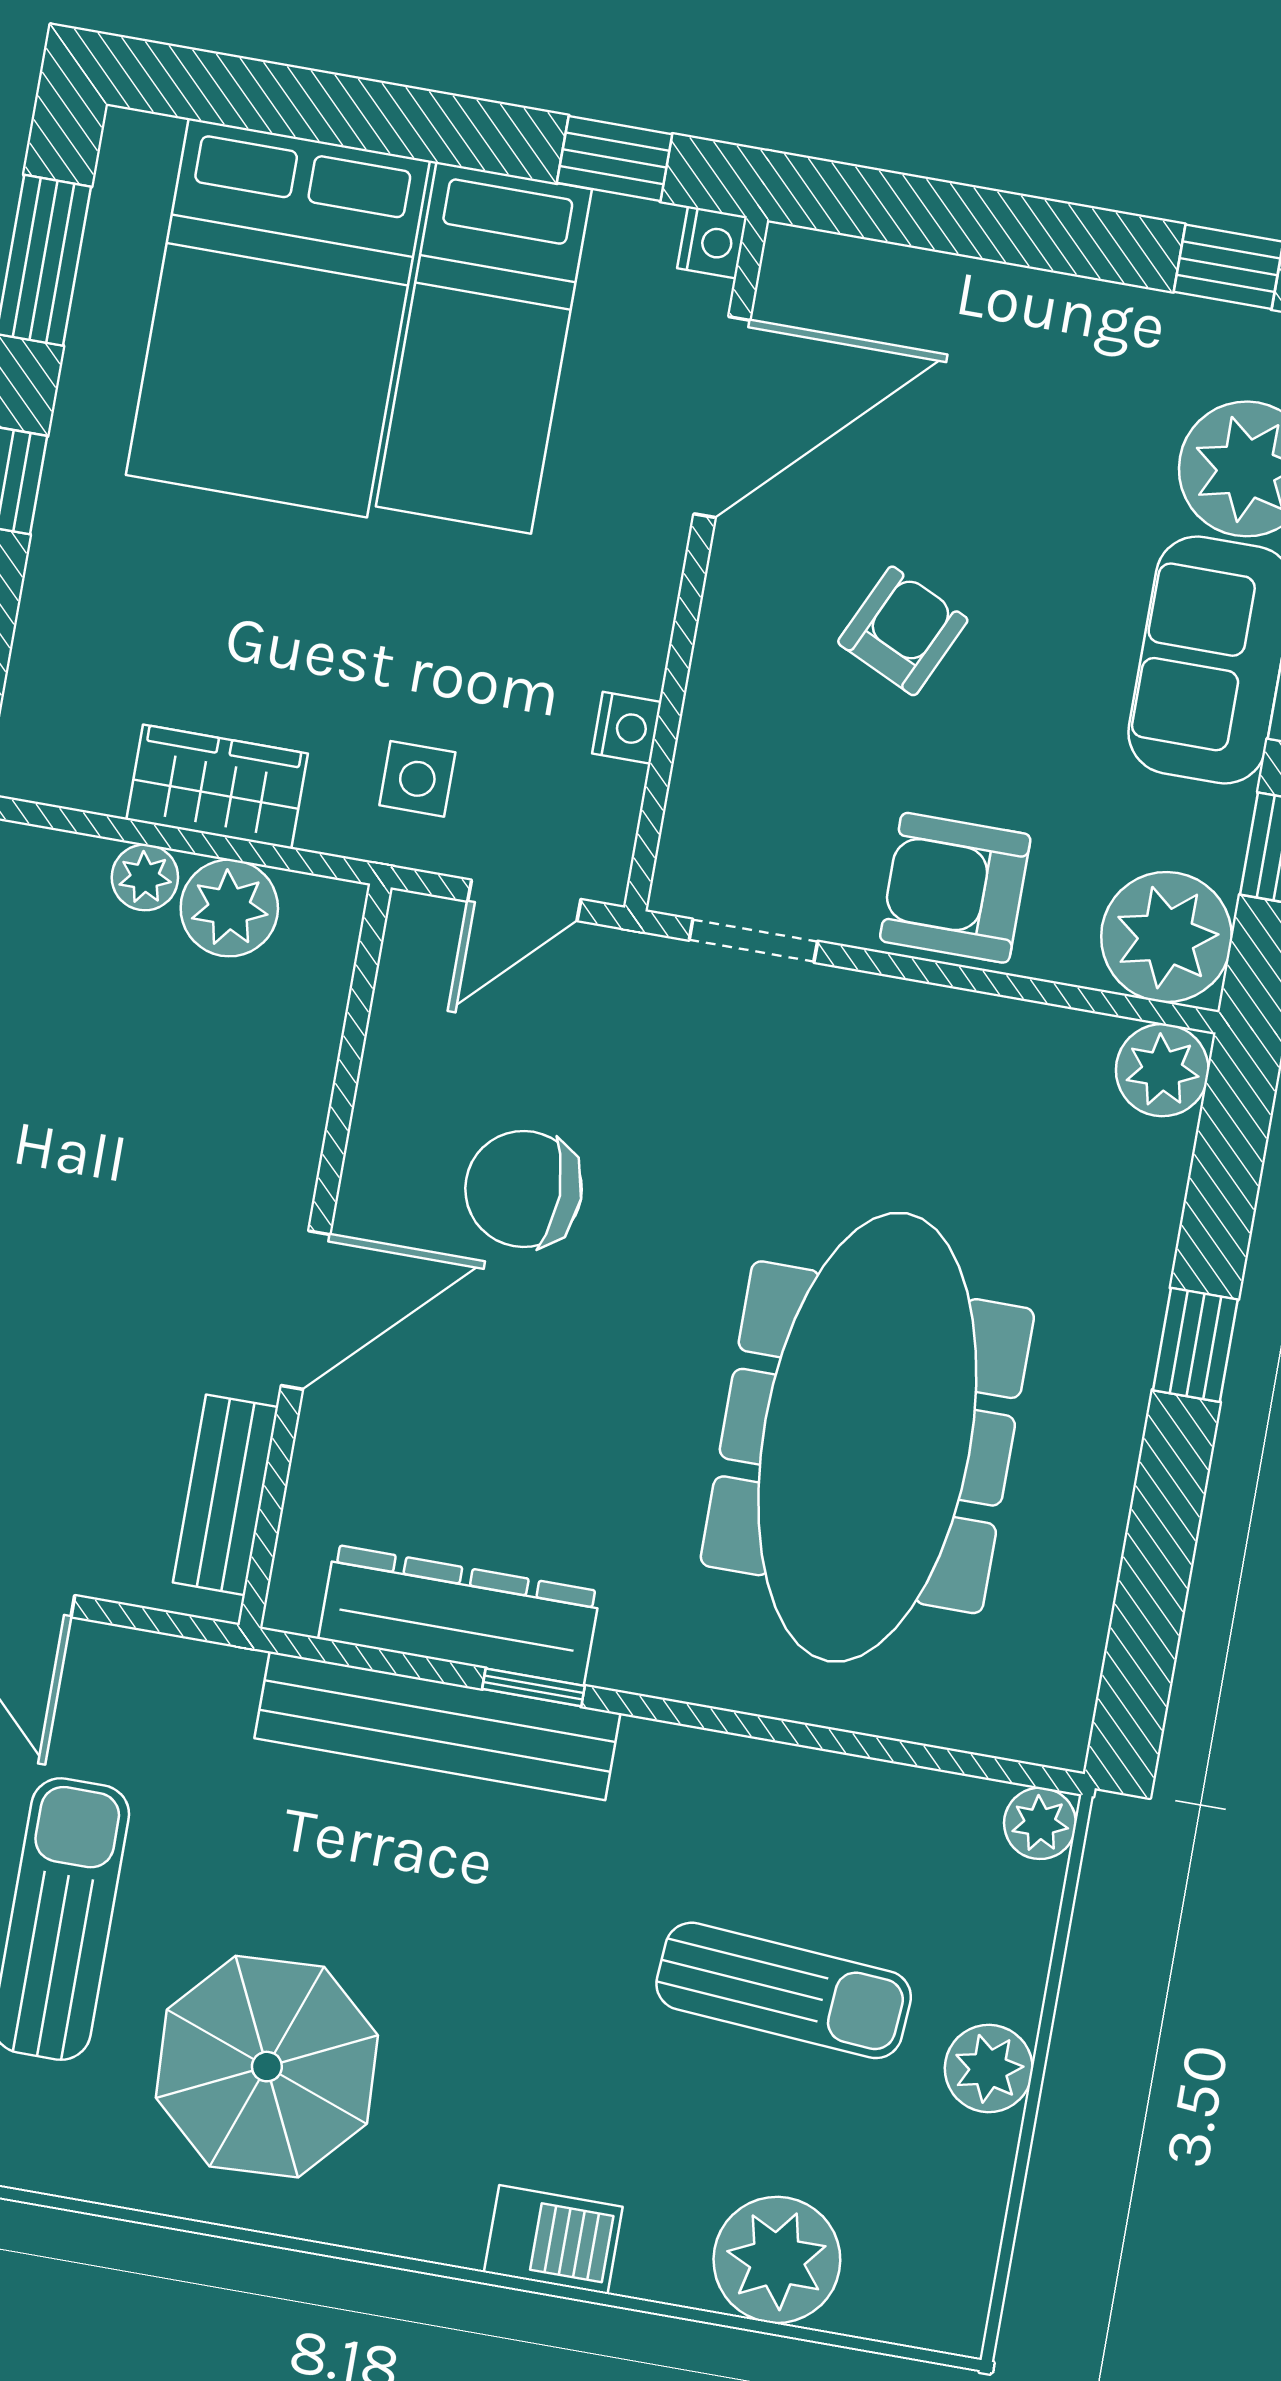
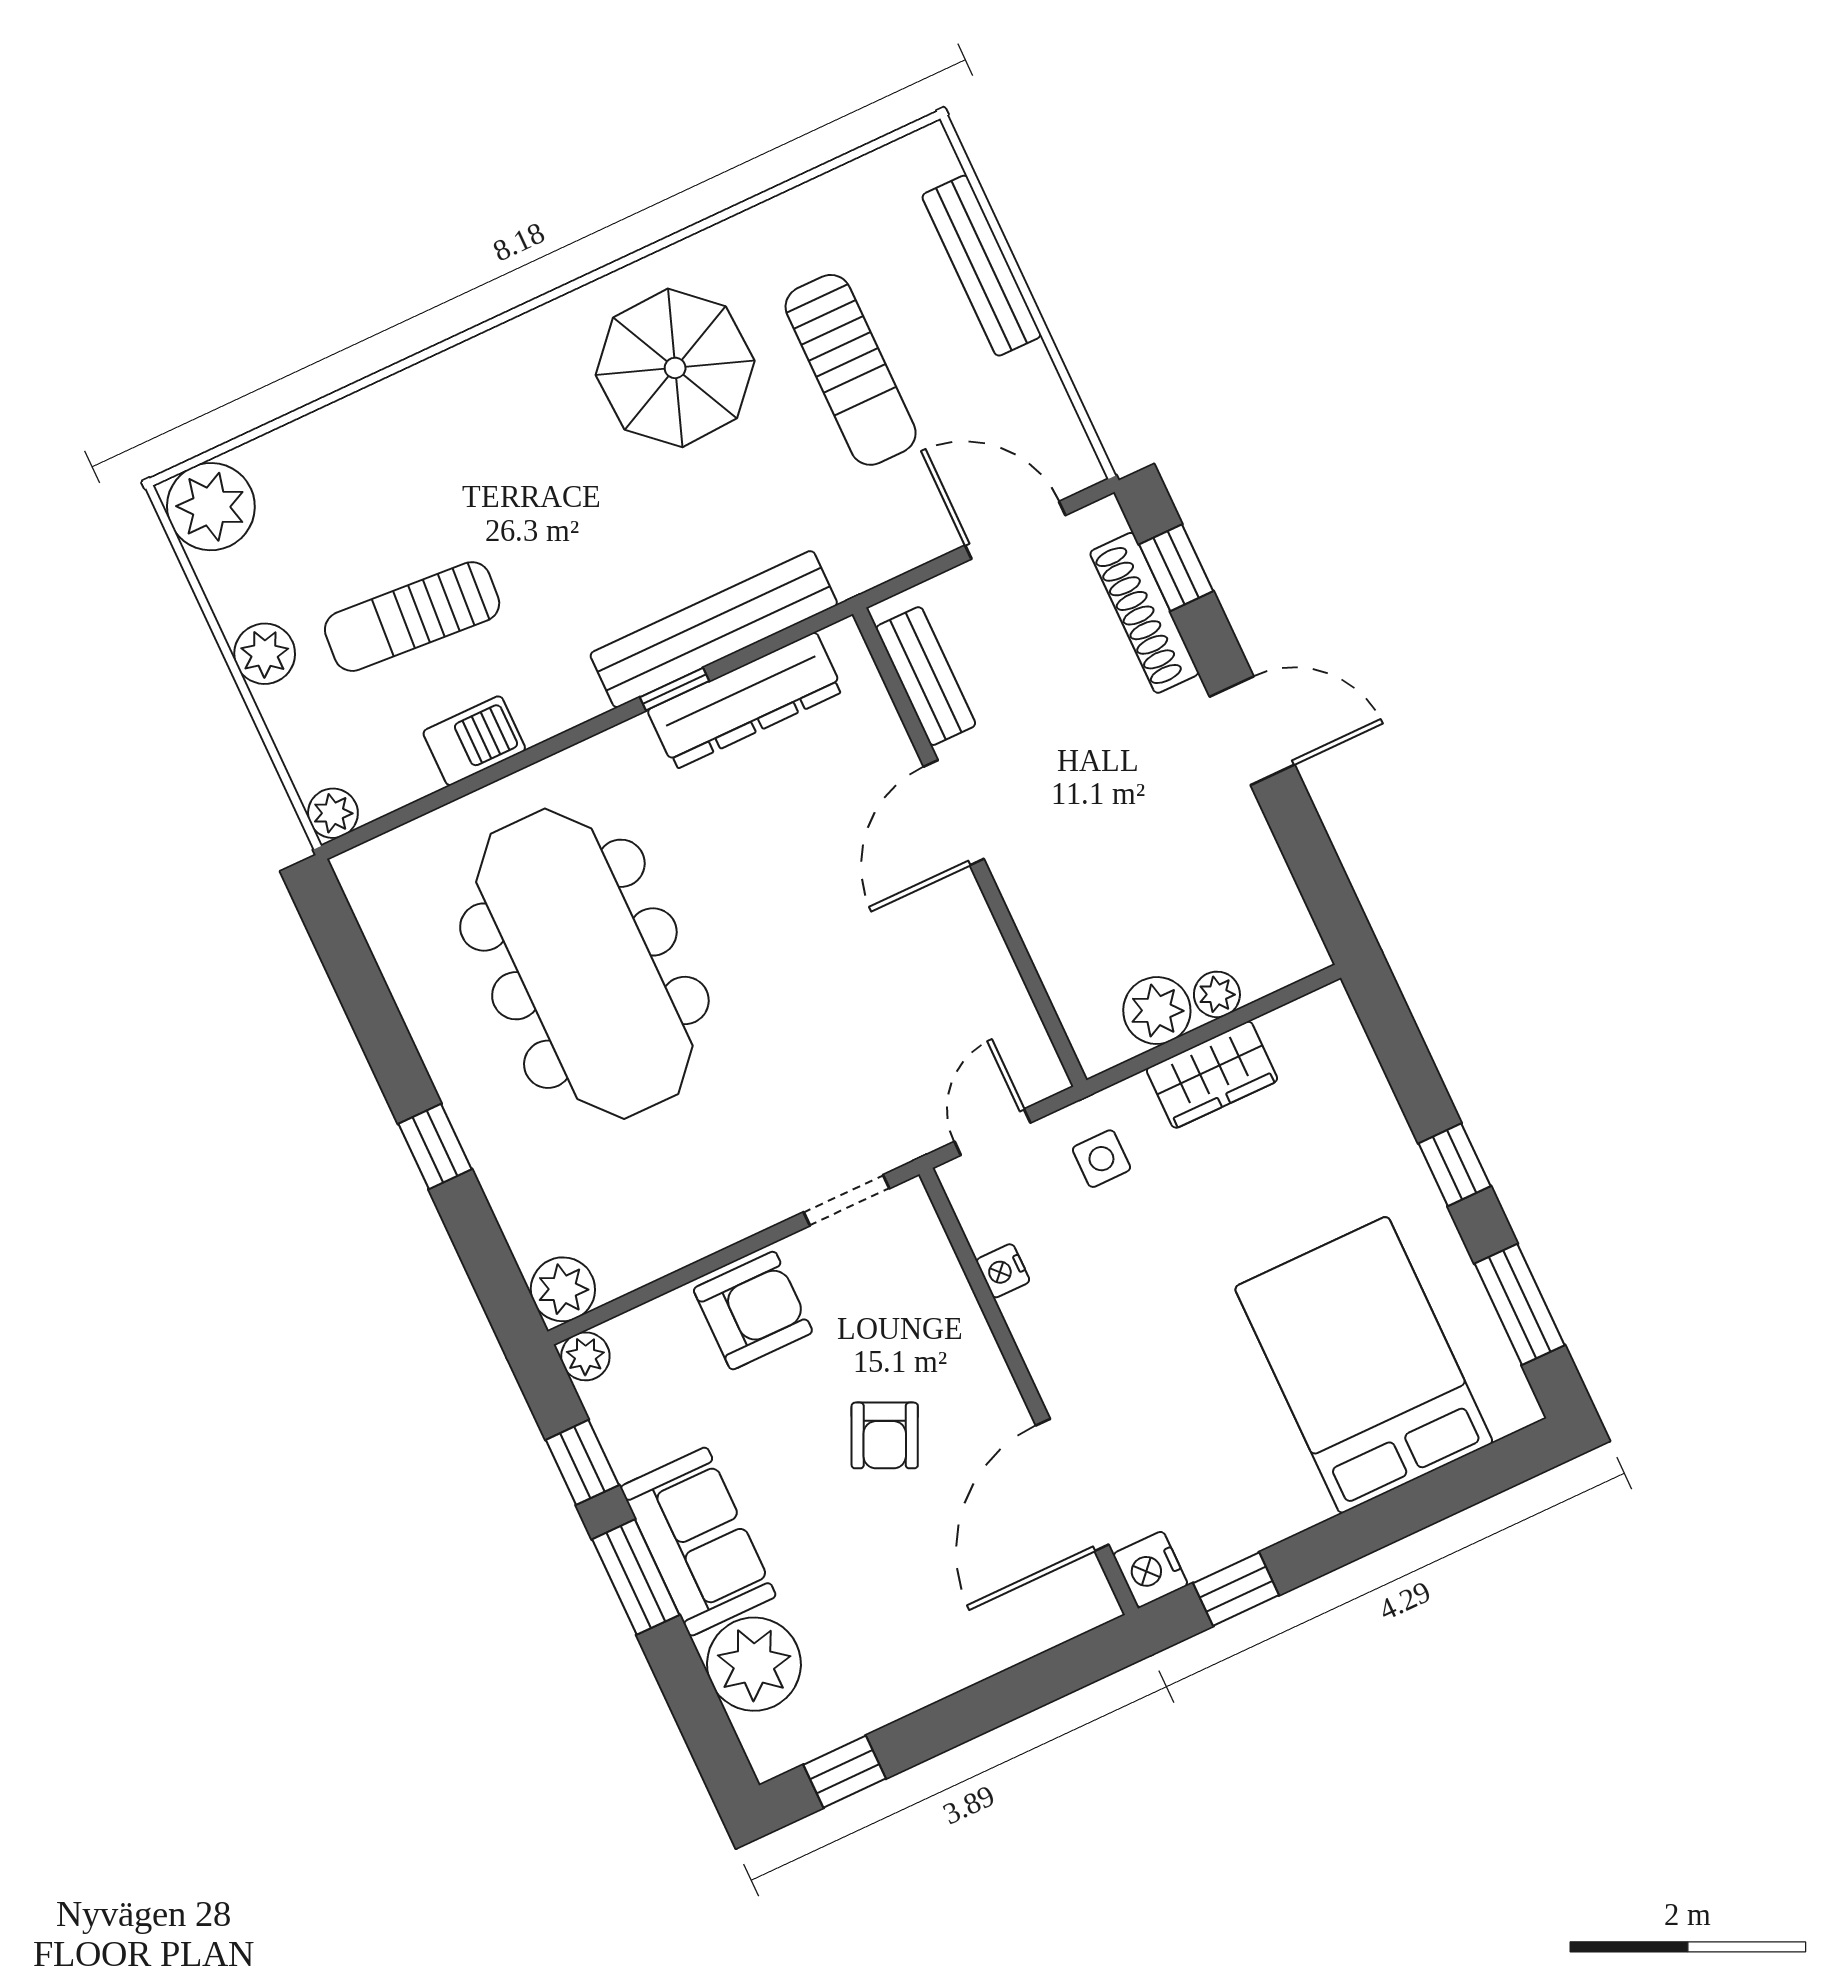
nightstand: (712, 242) -> (1150, 1569), width x1.39, depth x1.35
bed: (484, 348) -> (1235, 1430), removed
plant: (1166, 937) -> (585, 1356), width x0.53, depth x0.53
chair: (524, 1189) -> (878, 968), removed
barbecue: (553, 2240) -> (474, 741), moved, turned 180
plant: (777, 2260) -> (211, 507), moved

